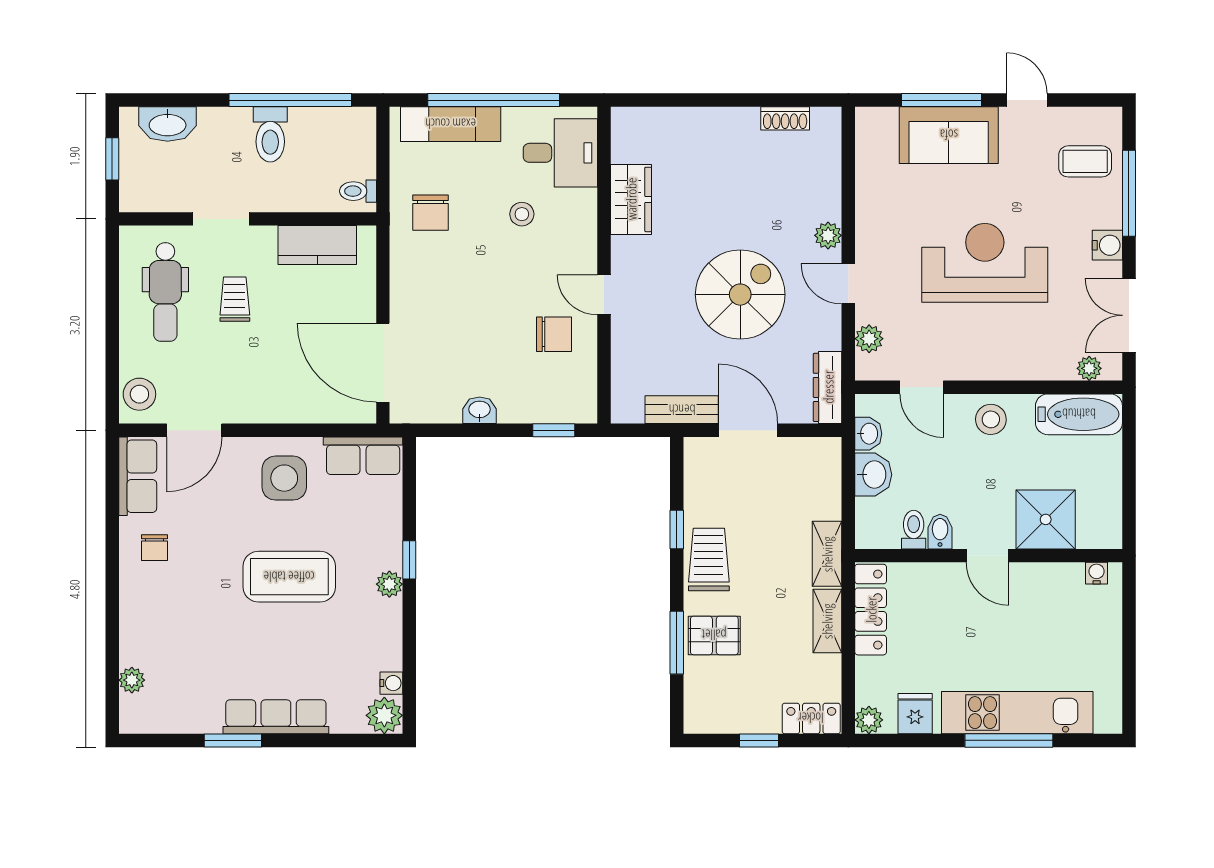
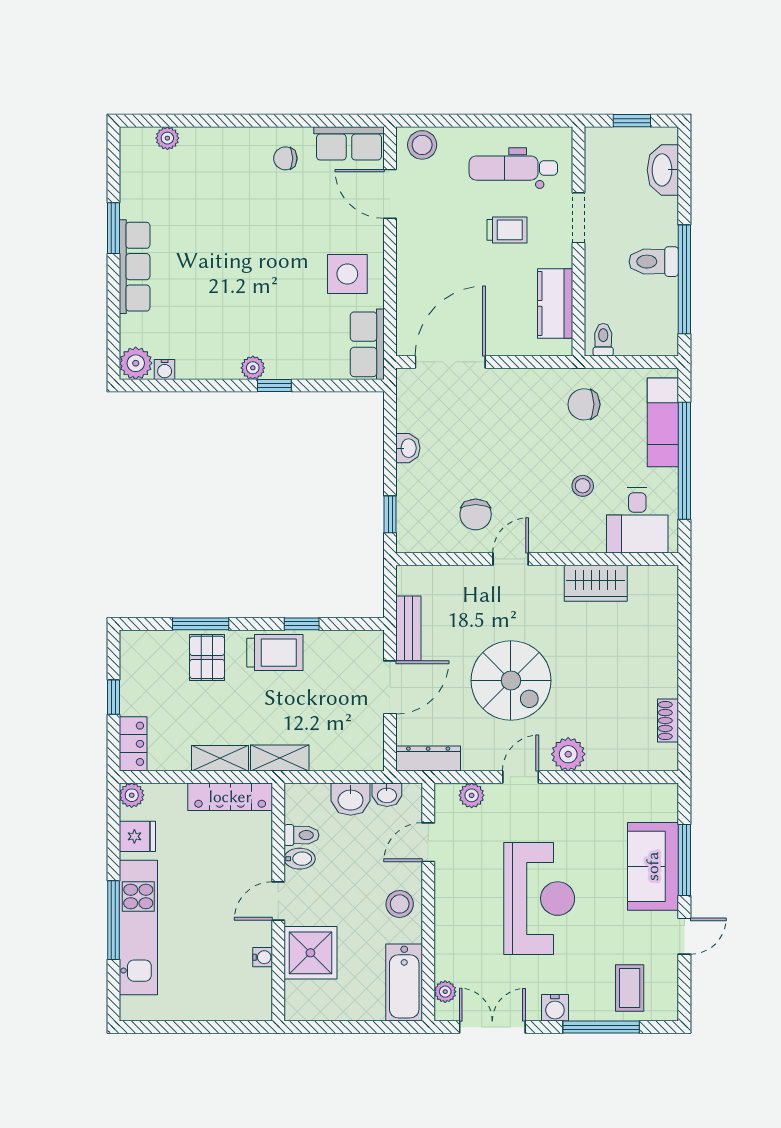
plant: (828, 235) -> (568, 754), width x1.38, depth x1.38
water cooler: (1097, 573) -> (263, 957), moved
coffee table: (289, 577) -> (259, 279), removed

